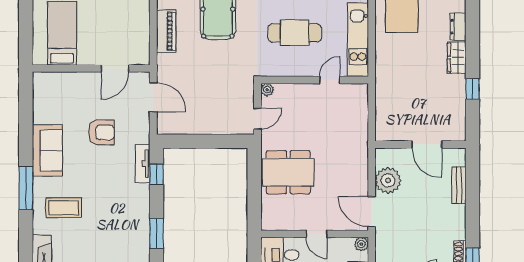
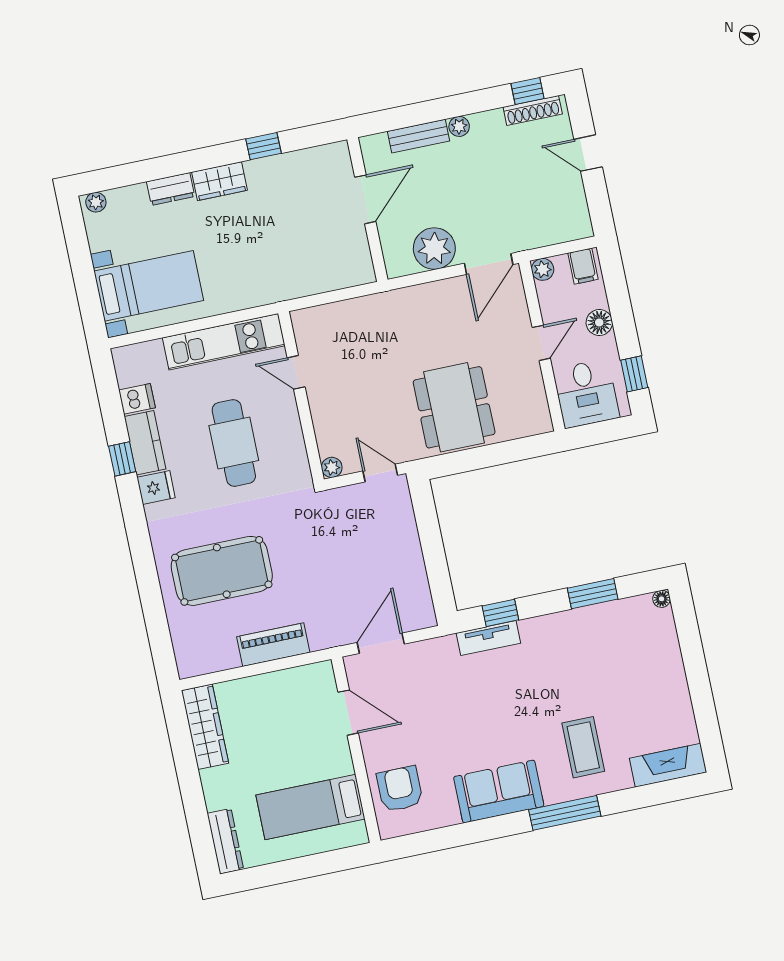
armchair: (102, 132) -> (400, 789), moved
plant: (460, 211) -> (459, 126), added

